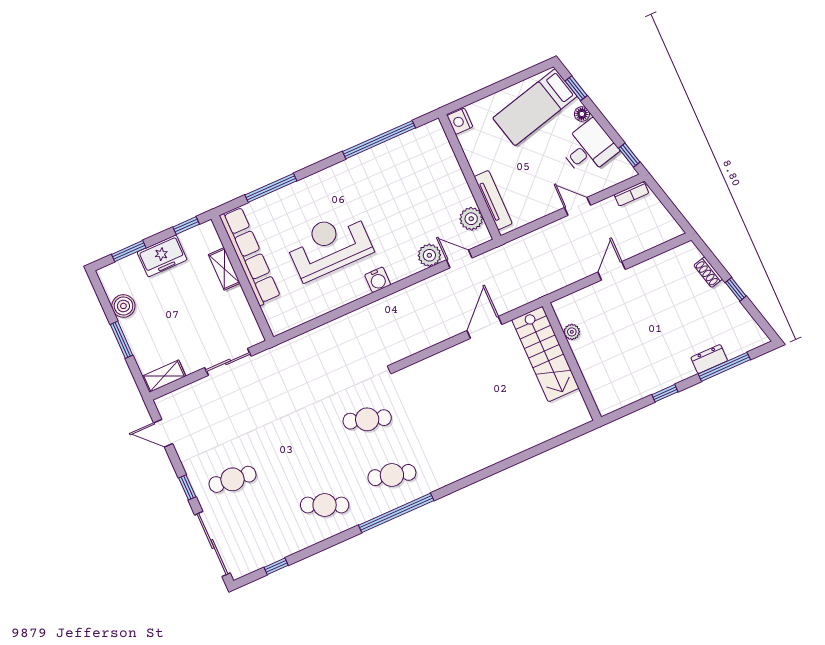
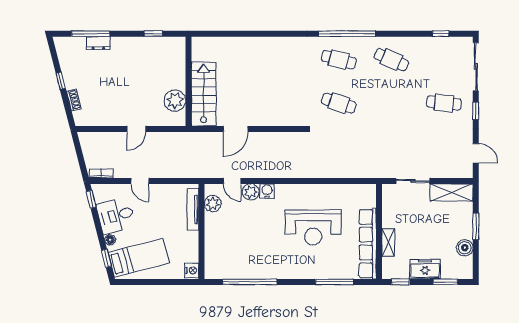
water cooler: (378, 280) -> (267, 191), moved
plant: (572, 332) -> (175, 101), width x1.88, depth x1.88
shelving: (164, 376) -> (452, 192), width x1.50, depth x1.33
window: (665, 393) -> (153, 34), moved

